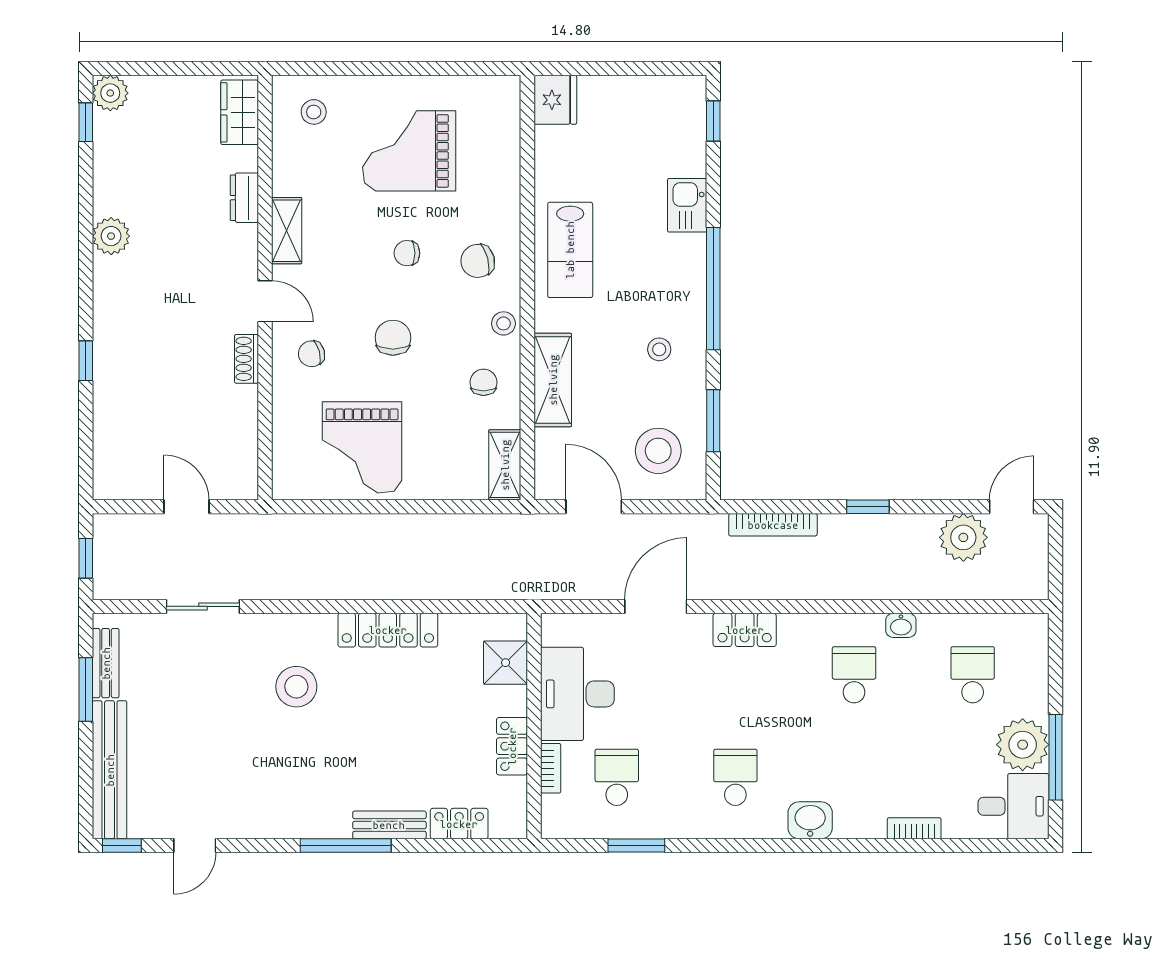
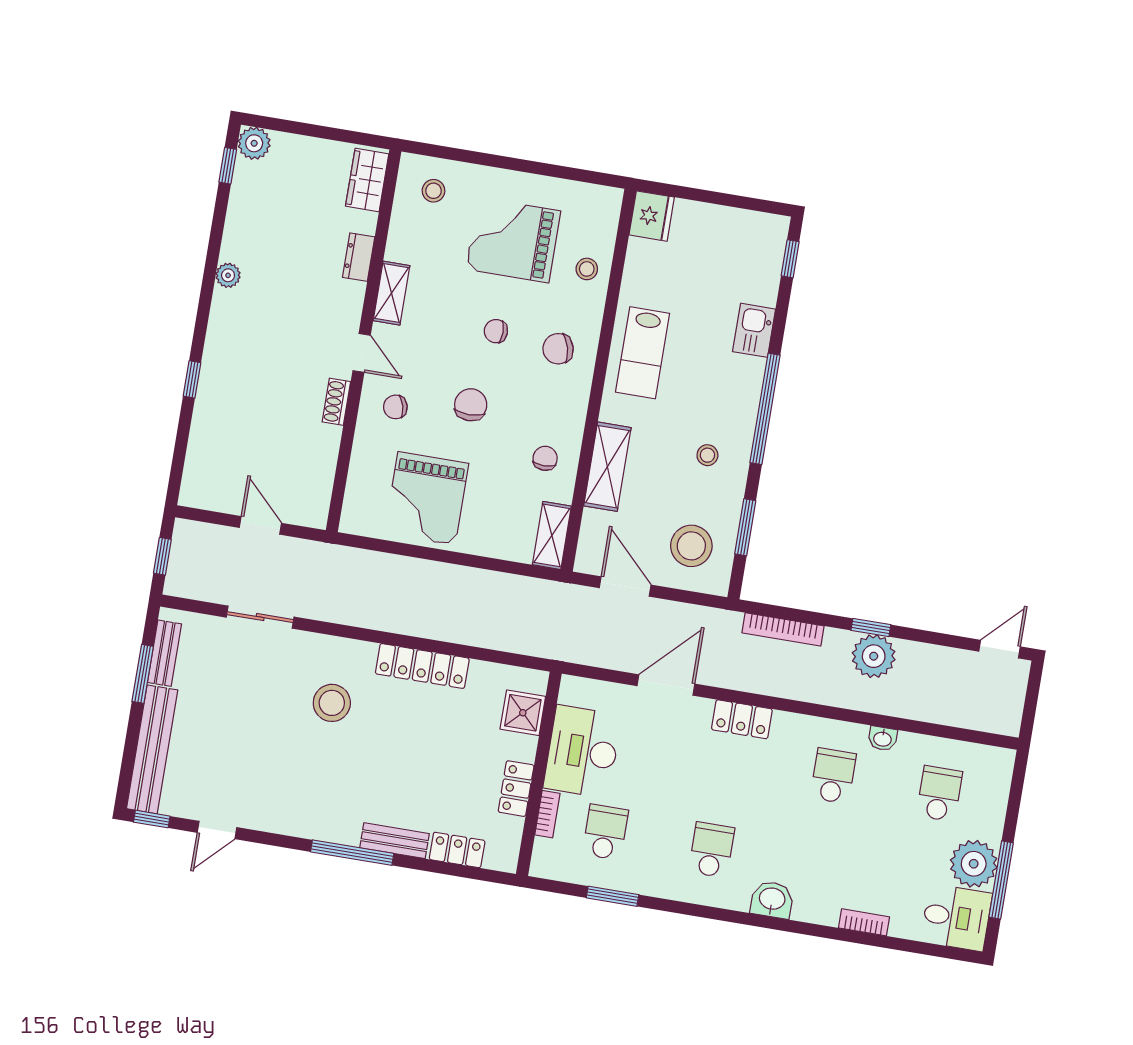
plant: (111, 236) -> (228, 275), width x0.73, depth x0.73
stool: (503, 323) -> (587, 269), moved
plant: (963, 537) -> (874, 656), moved

